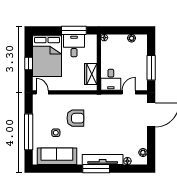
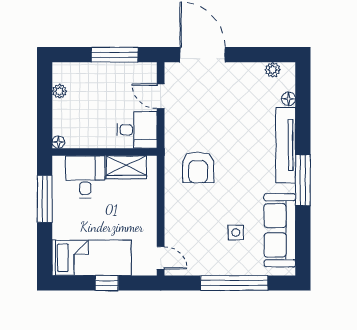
desk: (74, 46) -> (85, 177), moved, turned 90
bed: (47, 55) -> (92, 258), width x0.67
door: (42, 92) -> (161, 258), swing flipped
armchair: (75, 118) -> (198, 167), moved, turned 180
window: (96, 169) -> (303, 180), moved

